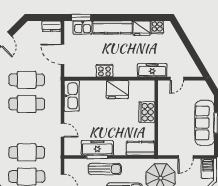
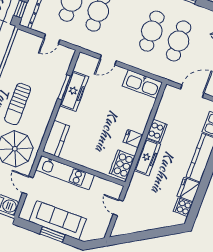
freezer: (152, 70) -> (147, 157), moved
fridge: (118, 90) -> (133, 138), width x0.53, depth x0.75
cooker: (147, 112) -> (122, 165), moved, turned -90
kitchen unit: (165, 131) -> (65, 173), added
sun lounger: (105, 169) -> (48, 91), removed

